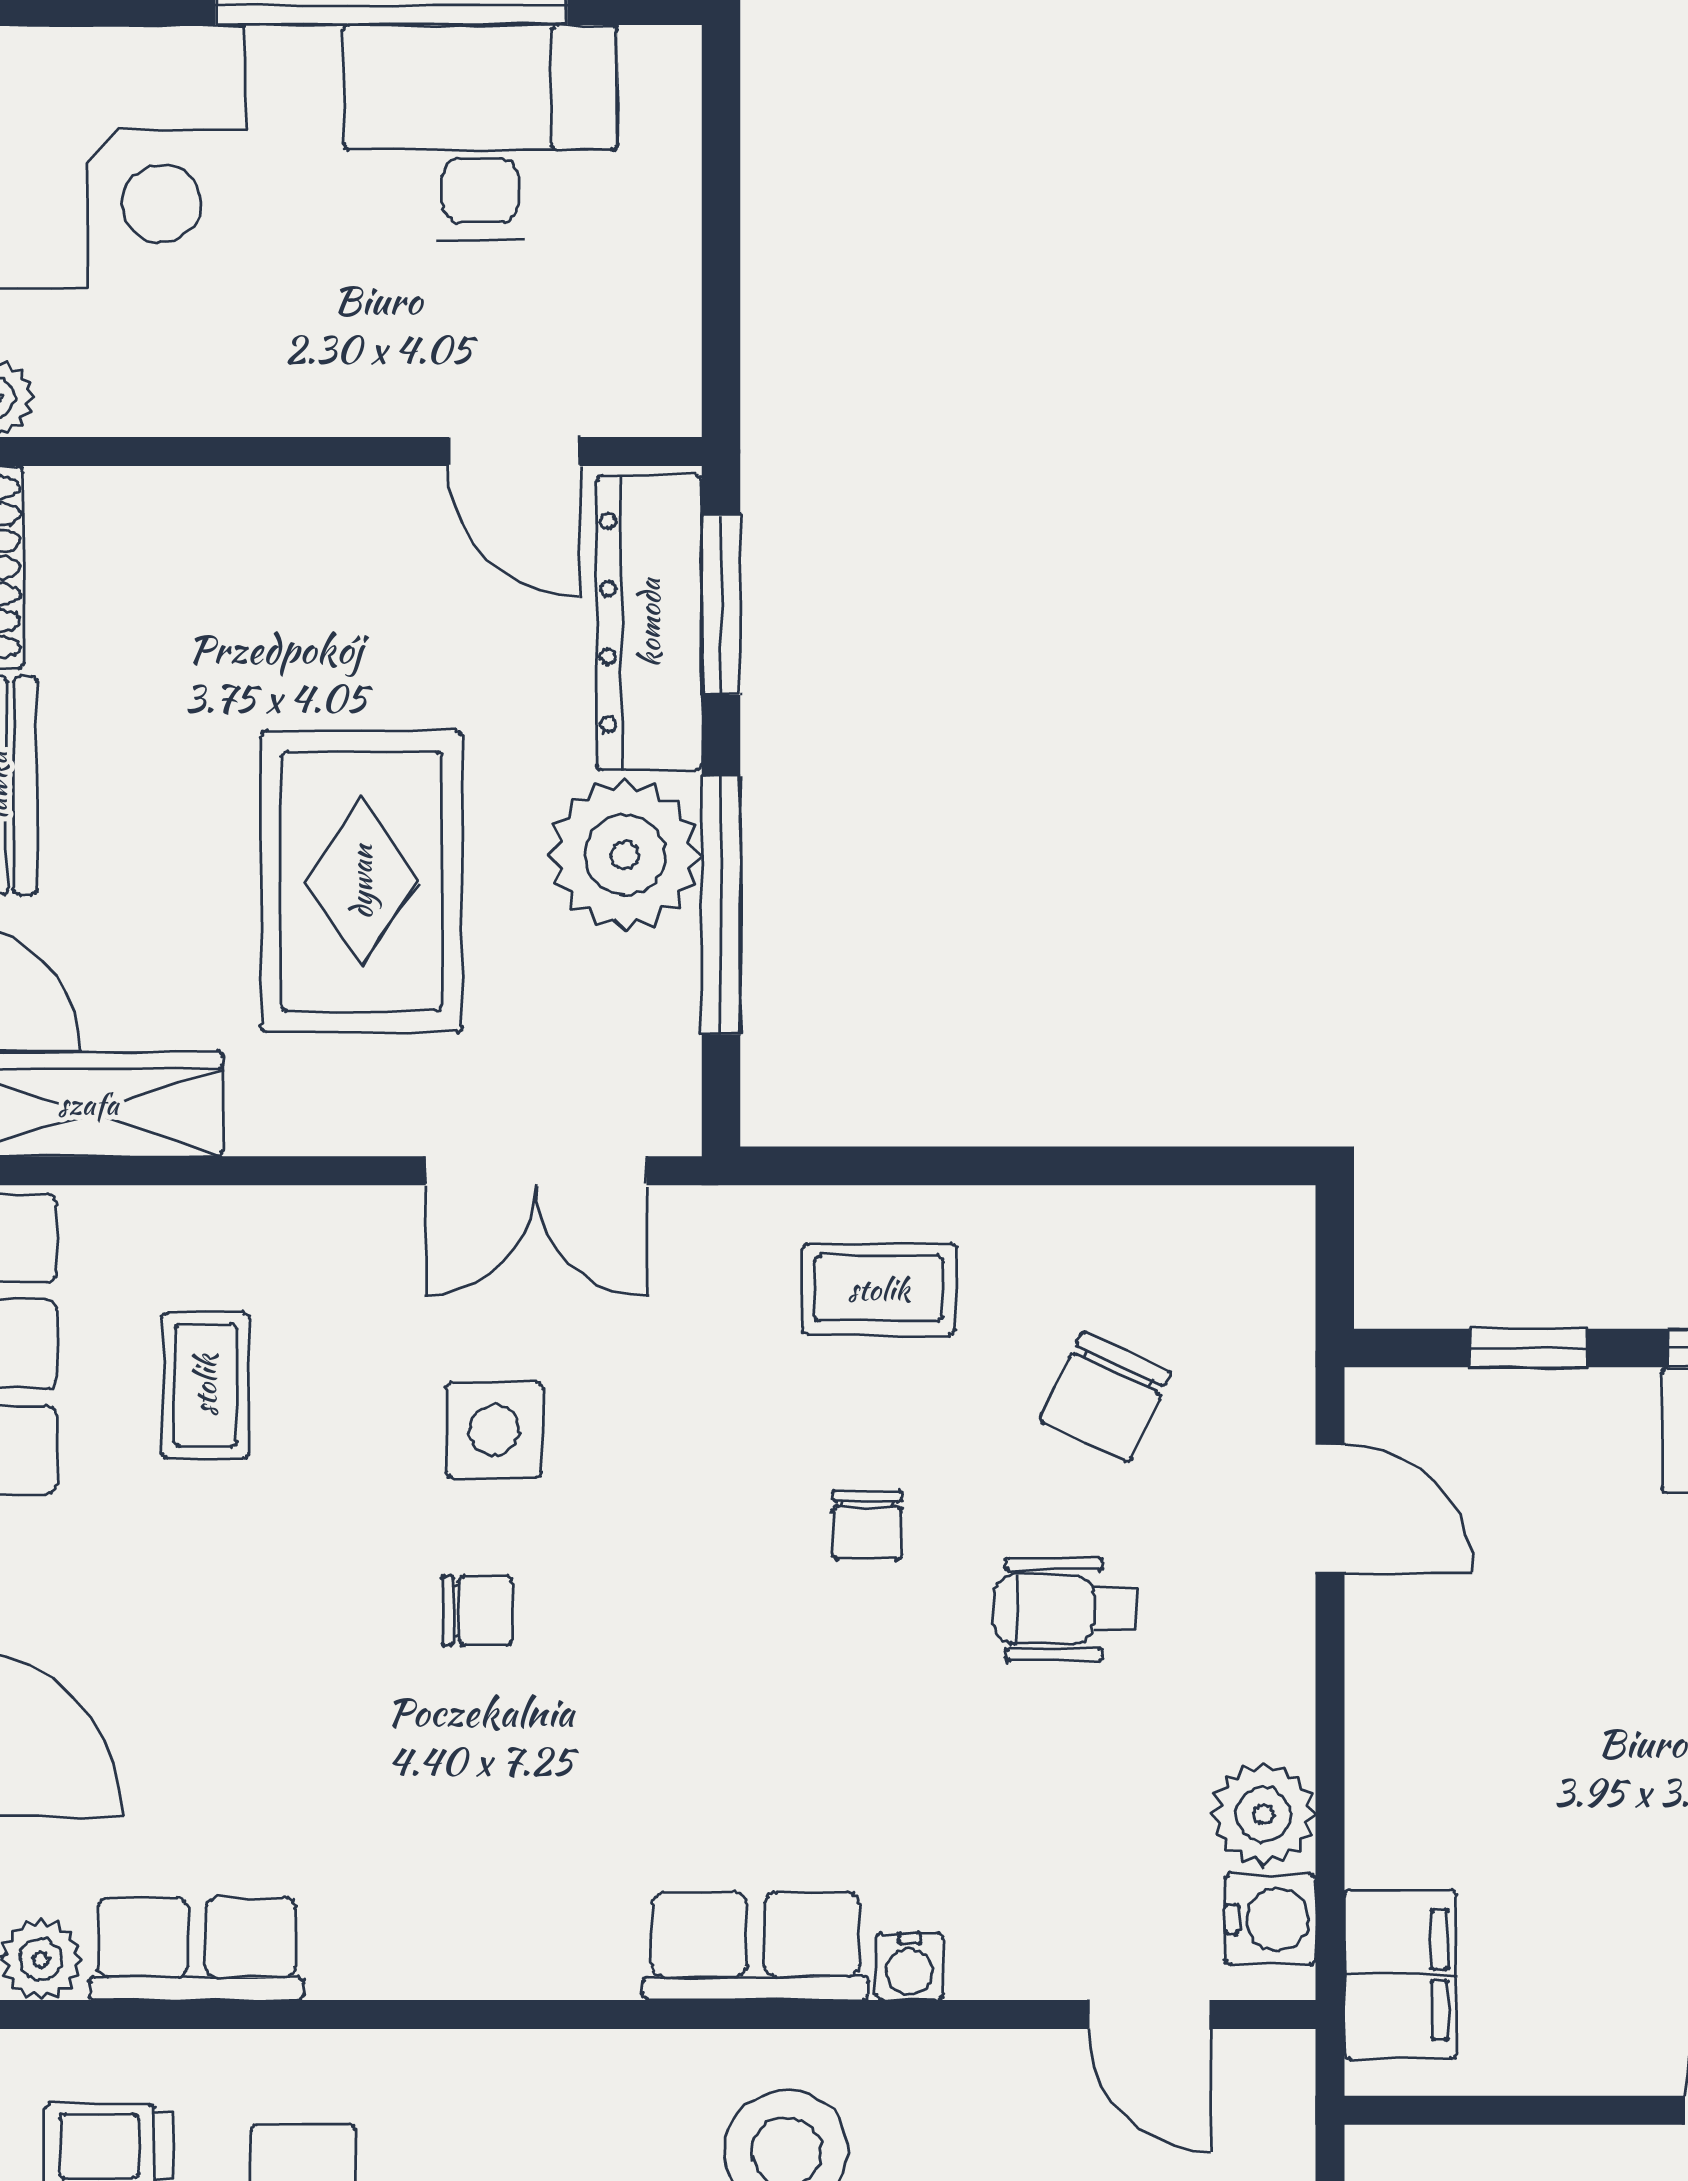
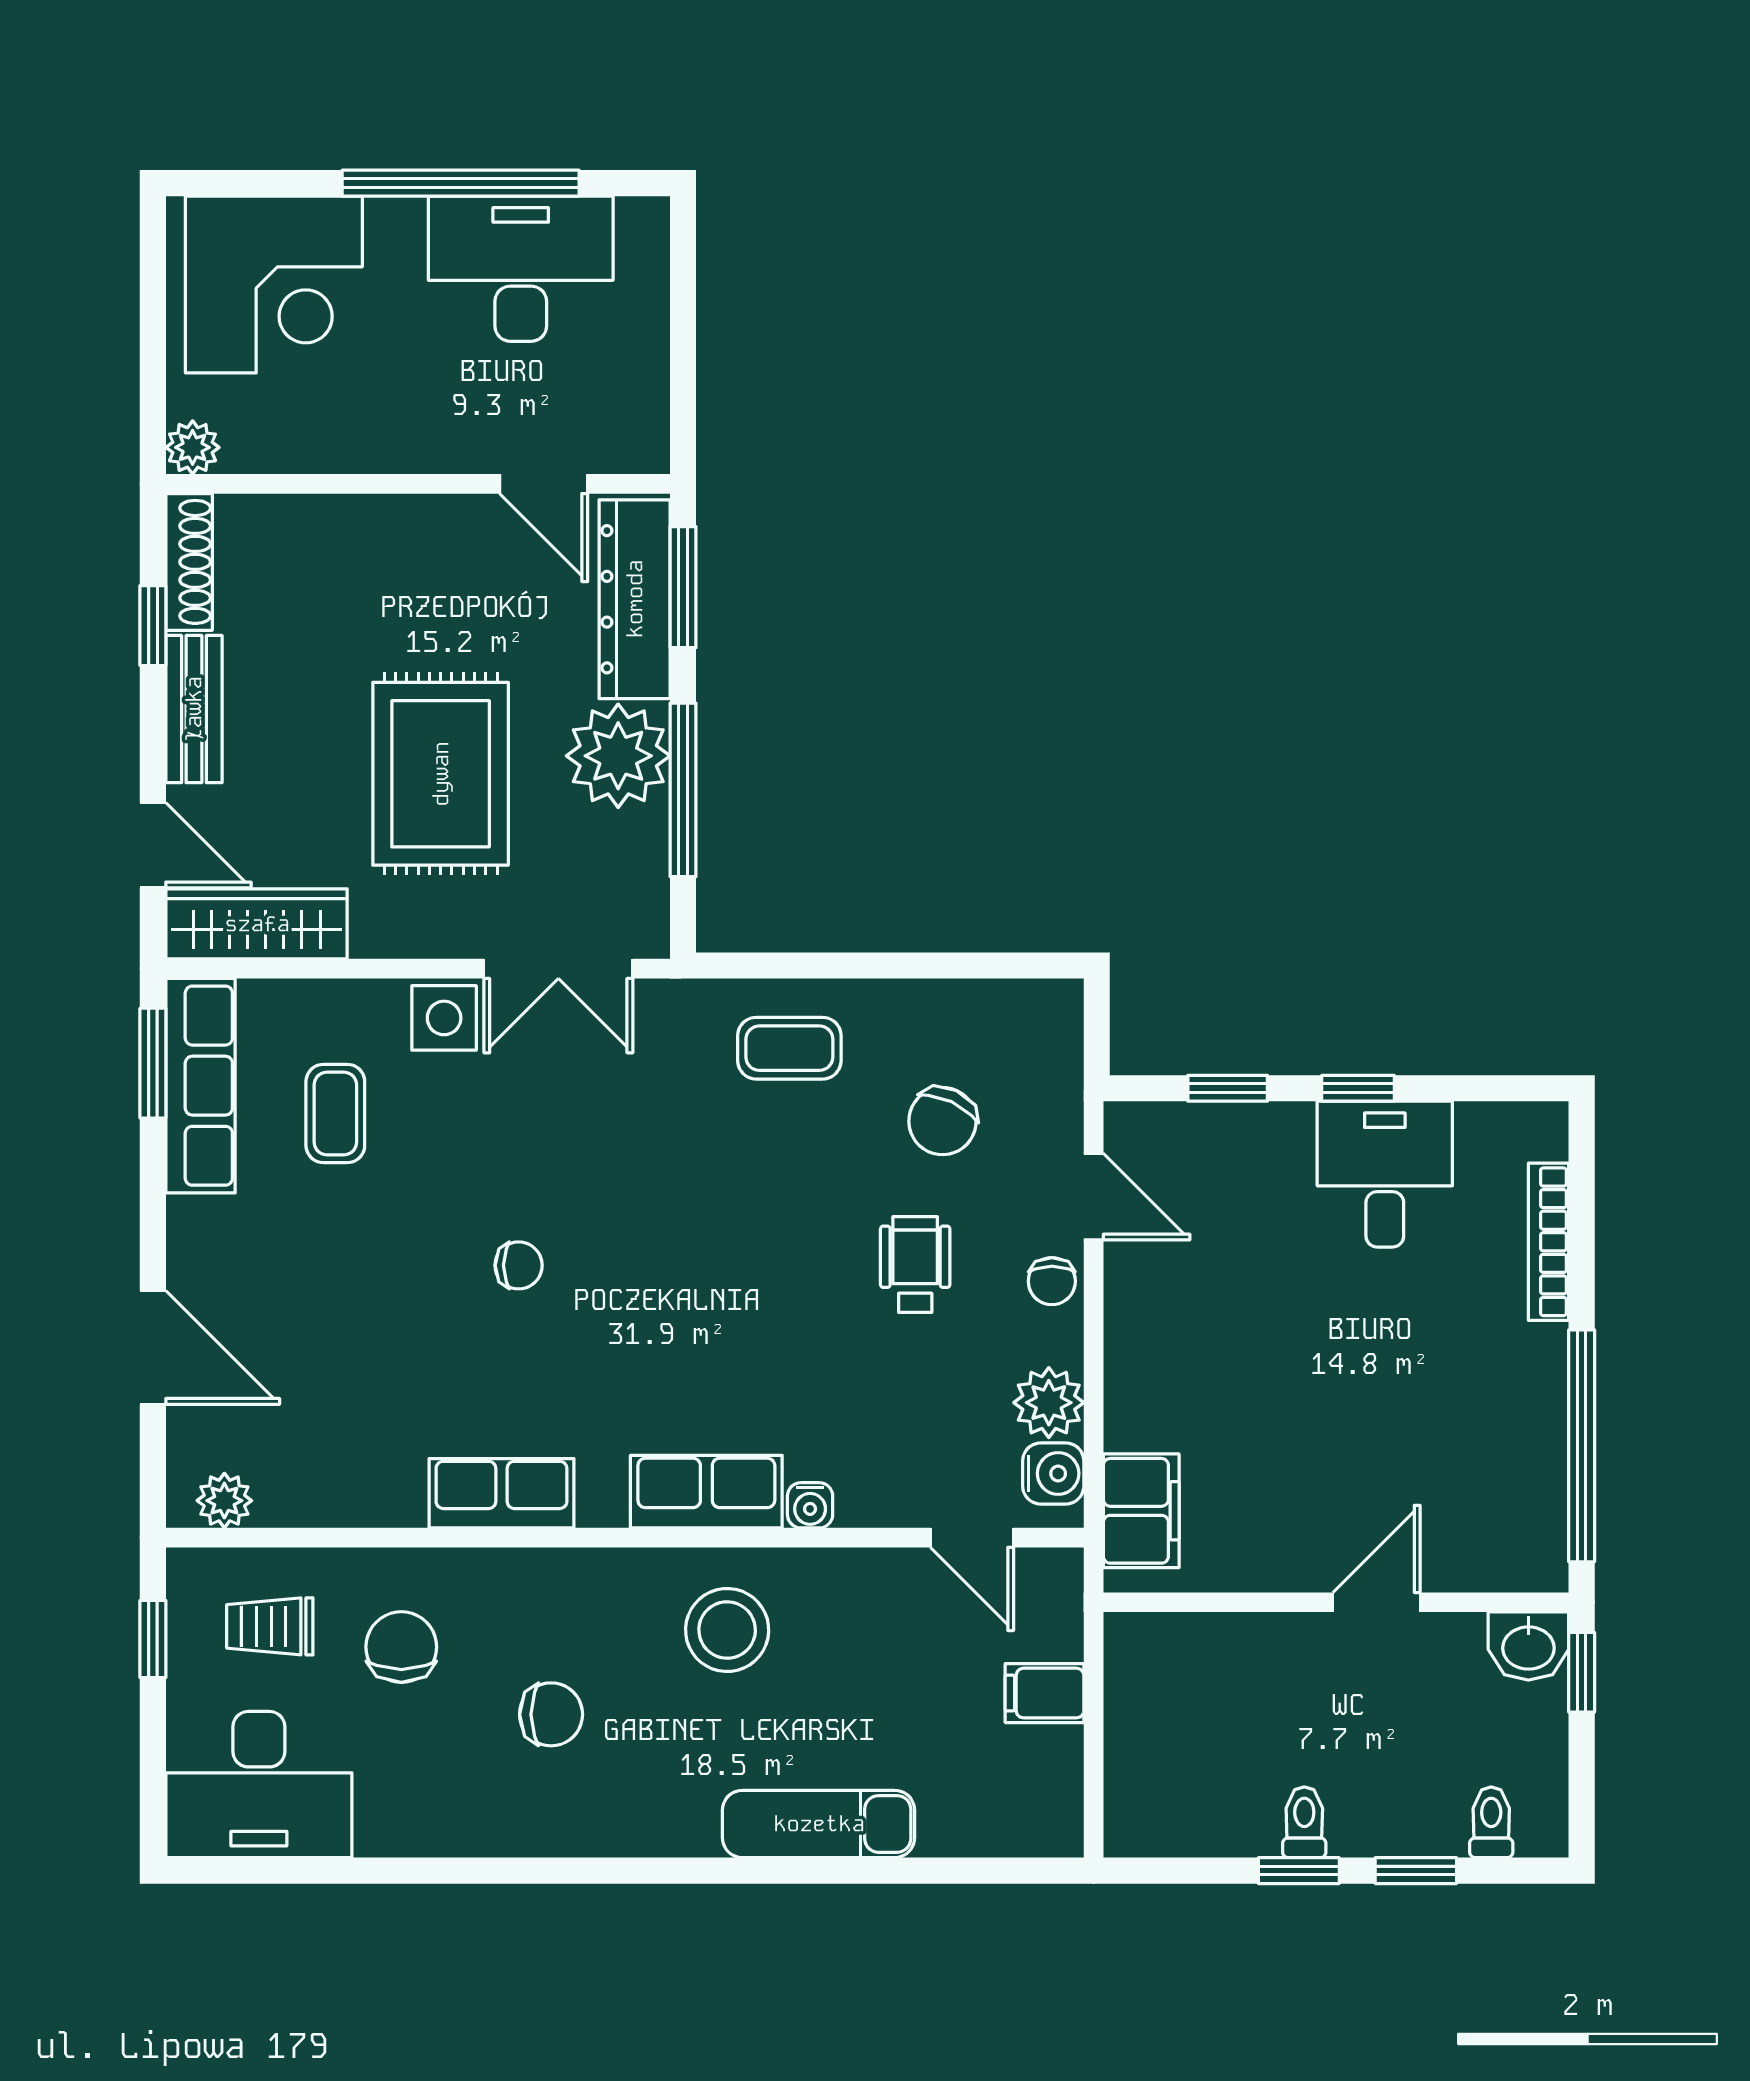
side table: (494, 1430) -> (444, 1018), moved
chair: (867, 1525) -> (1052, 1281), moved
wheelchair: (1065, 1609) -> (915, 1264), turned 90
row of seats: (197, 1949) -> (501, 1493), moved

